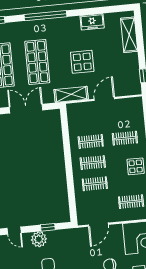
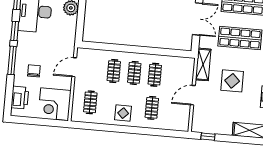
door: (104, 99) -> (193, 95), swing flipped
door: (98, 225) -> (74, 67), hinge flipped
window: (48, 227) -> (81, 19), removed

